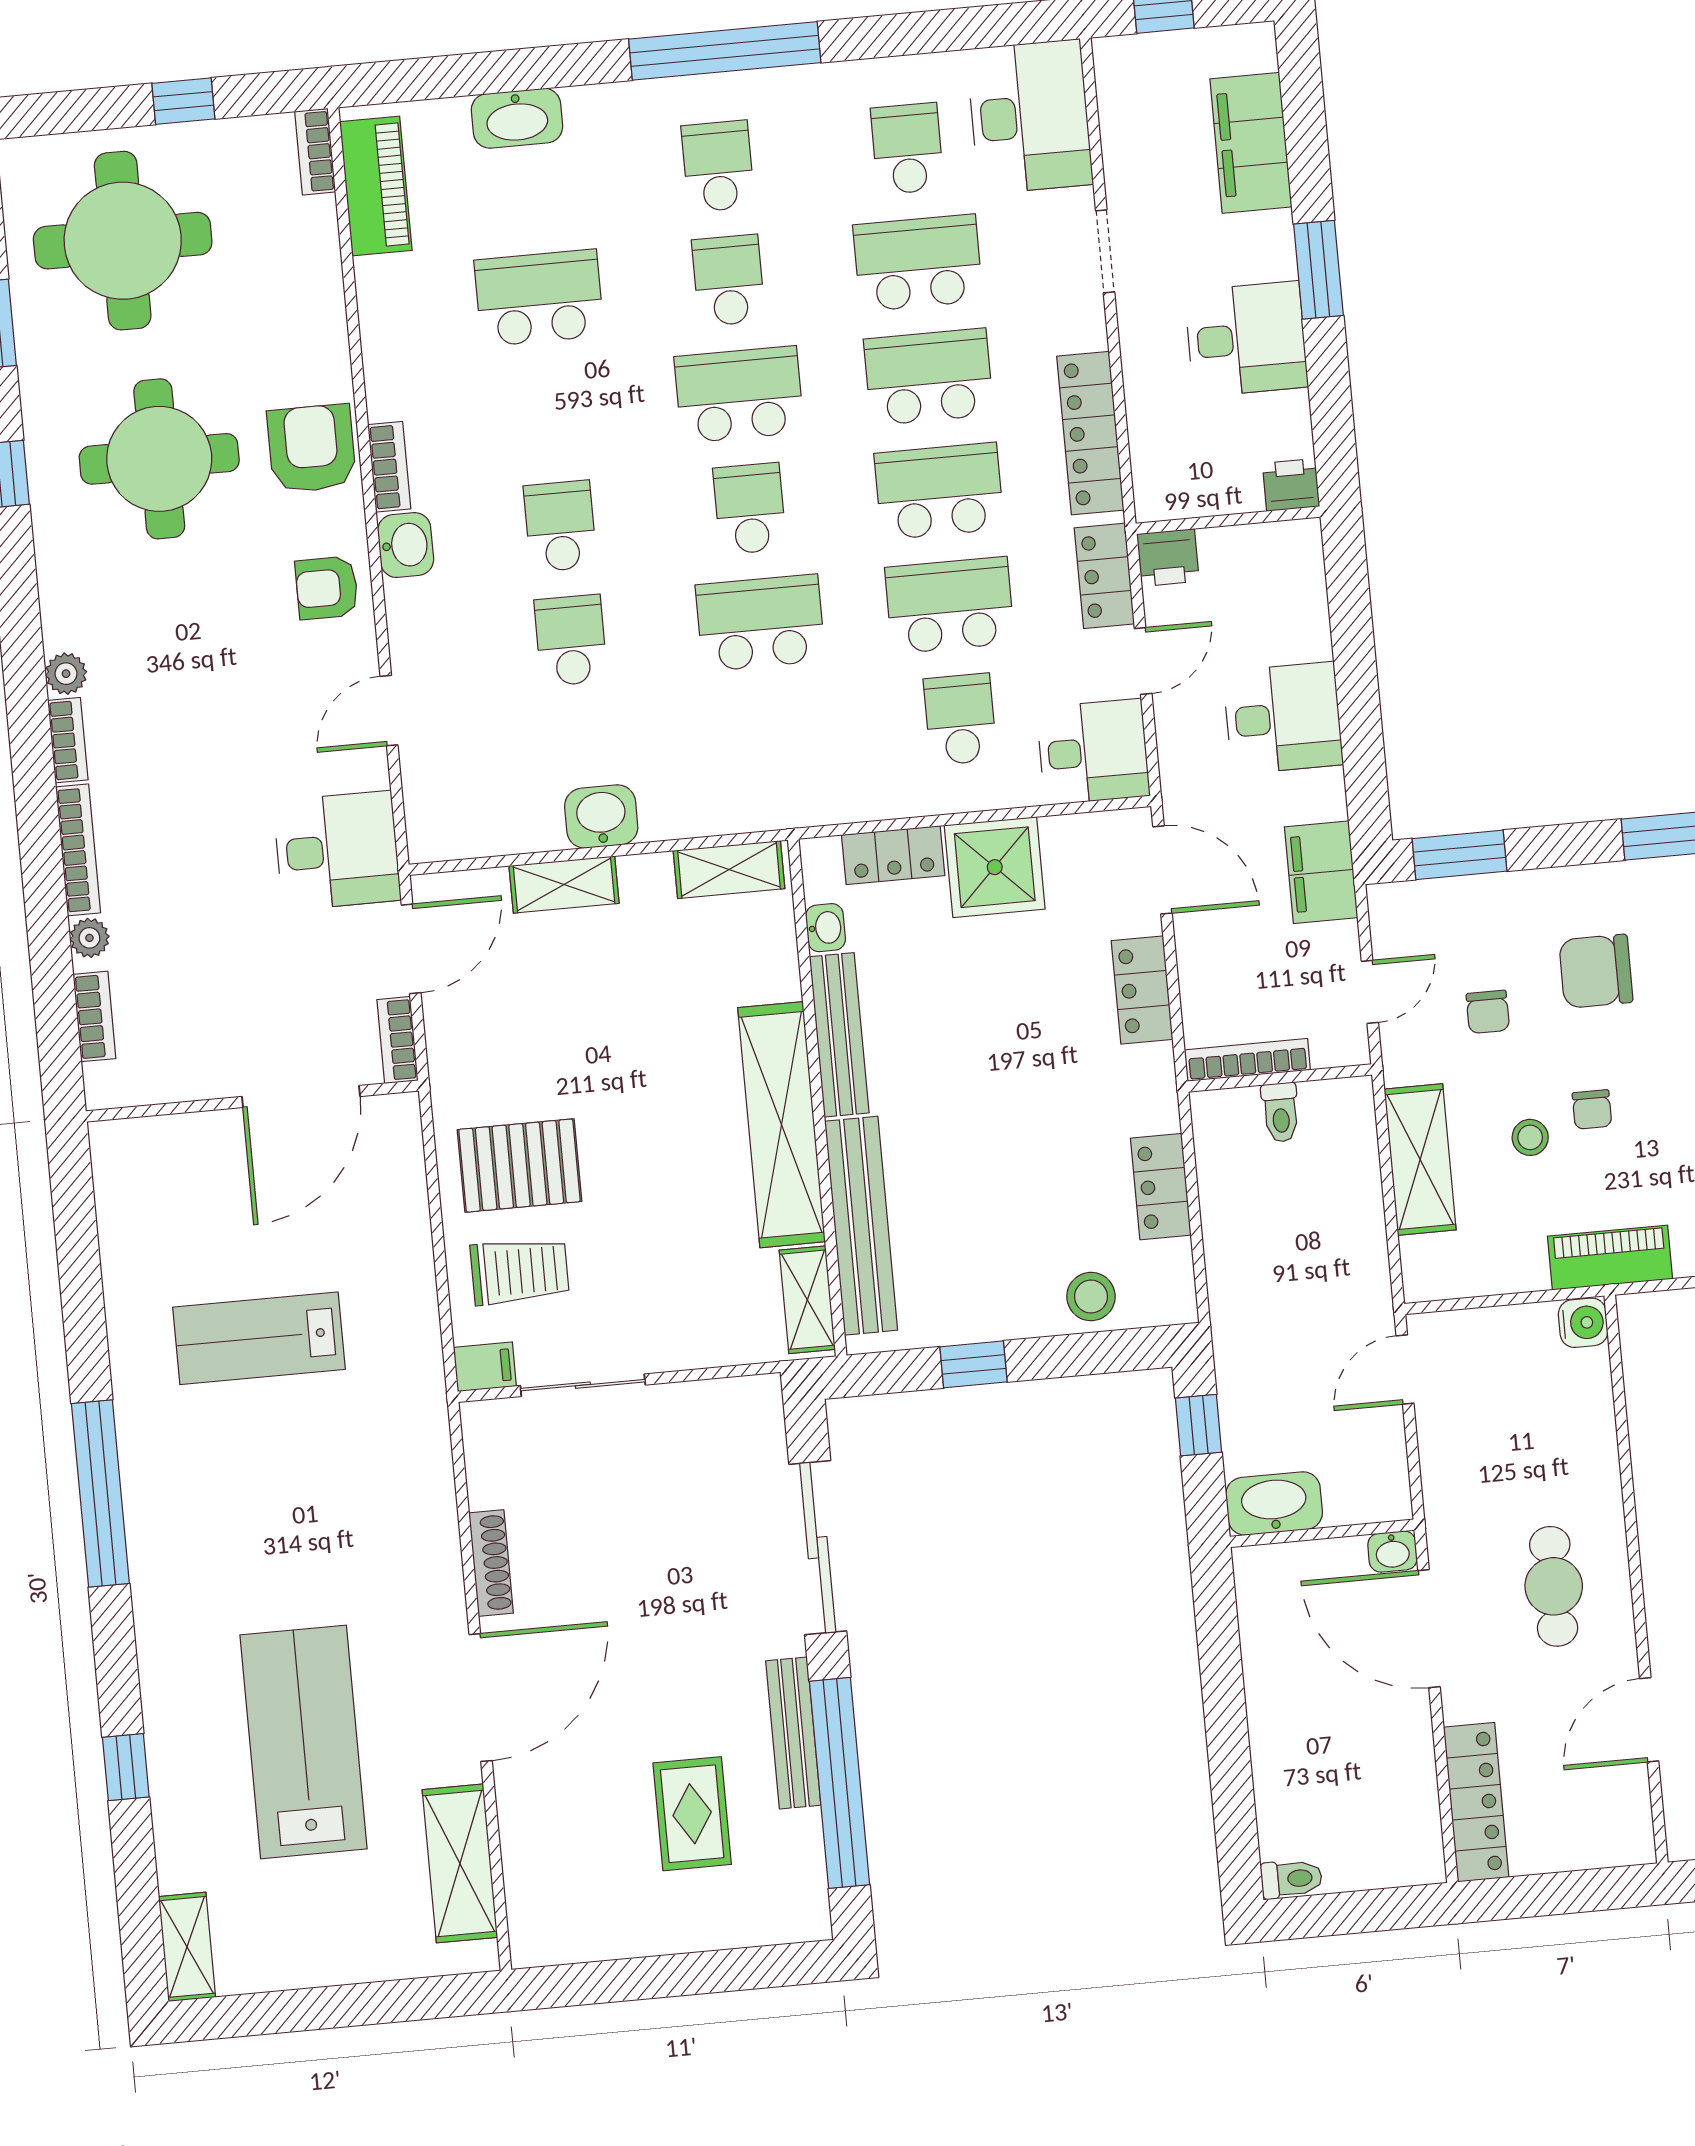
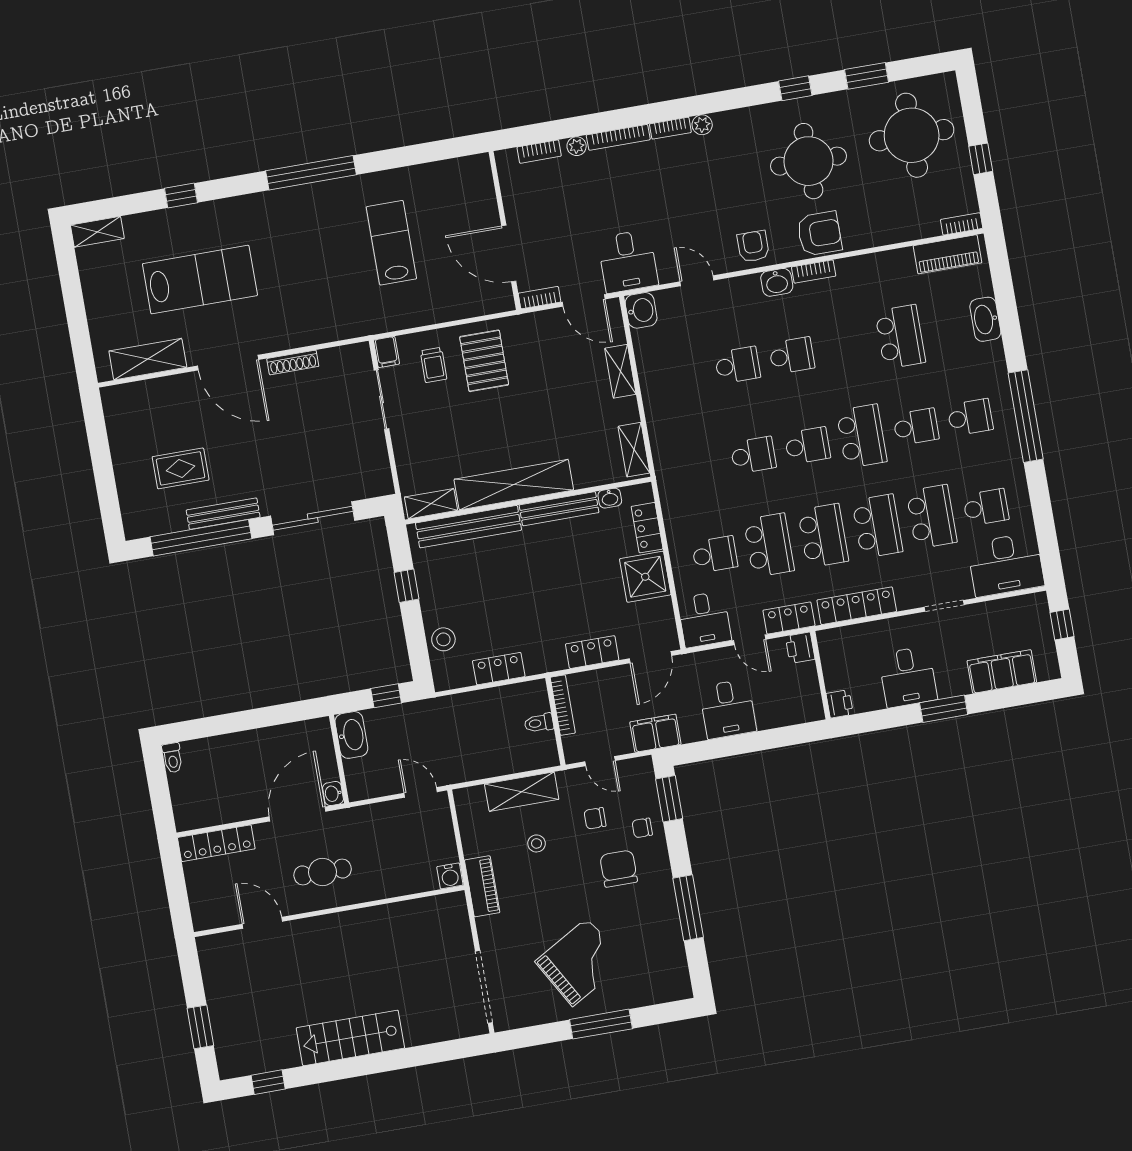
school desk: (760, 623) -> (753, 455), width x0.54
washbasin: (601, 817) -> (641, 310), moved
chair: (1592, 1109) -> (642, 828), moved
trolley: (520, 1271) -> (434, 365), width x0.73, depth x0.72

